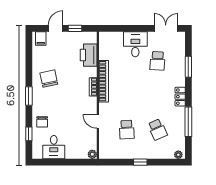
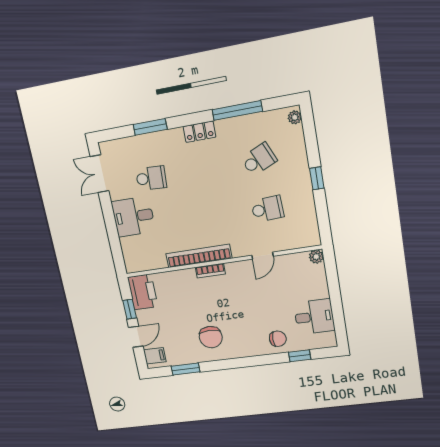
door: (56, 28) -> (136, 337), swing flipped
printer: (89, 55) -> (143, 292), moved, turned -90
chair: (49, 79) -> (211, 337), turned -78
window: (29, 96) -> (185, 369), moved

